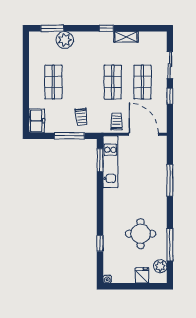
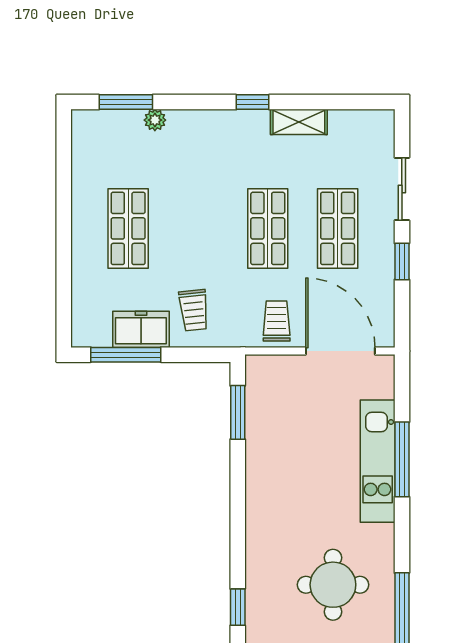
plant: (65, 40) -> (155, 120), width x0.53, depth x0.53
freezer: (37, 121) -> (141, 329), moved, turned -90
window: (69, 136) -> (126, 355), moved
kitchen unit: (110, 162) -> (378, 461), moved, turned 180

